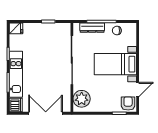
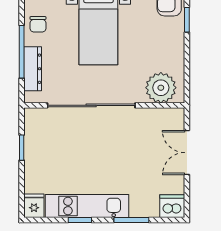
kitchen unit: (16, 74) -> (87, 206), moved
double door: (46, 113) -> (187, 153), width x0.73

